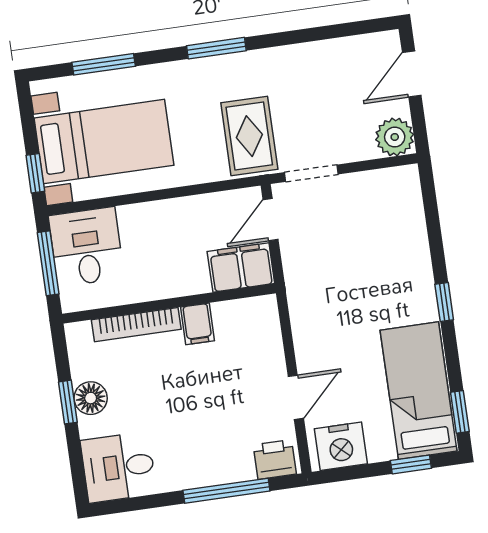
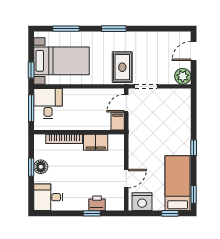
filing cabinet: (241, 267) -> (118, 121), width x0.50
filing cabinet: (197, 324) -> (96, 142), width x2.00
printer: (275, 459) -> (97, 203), moved
window: (226, 491) -> (92, 213), width x0.46

